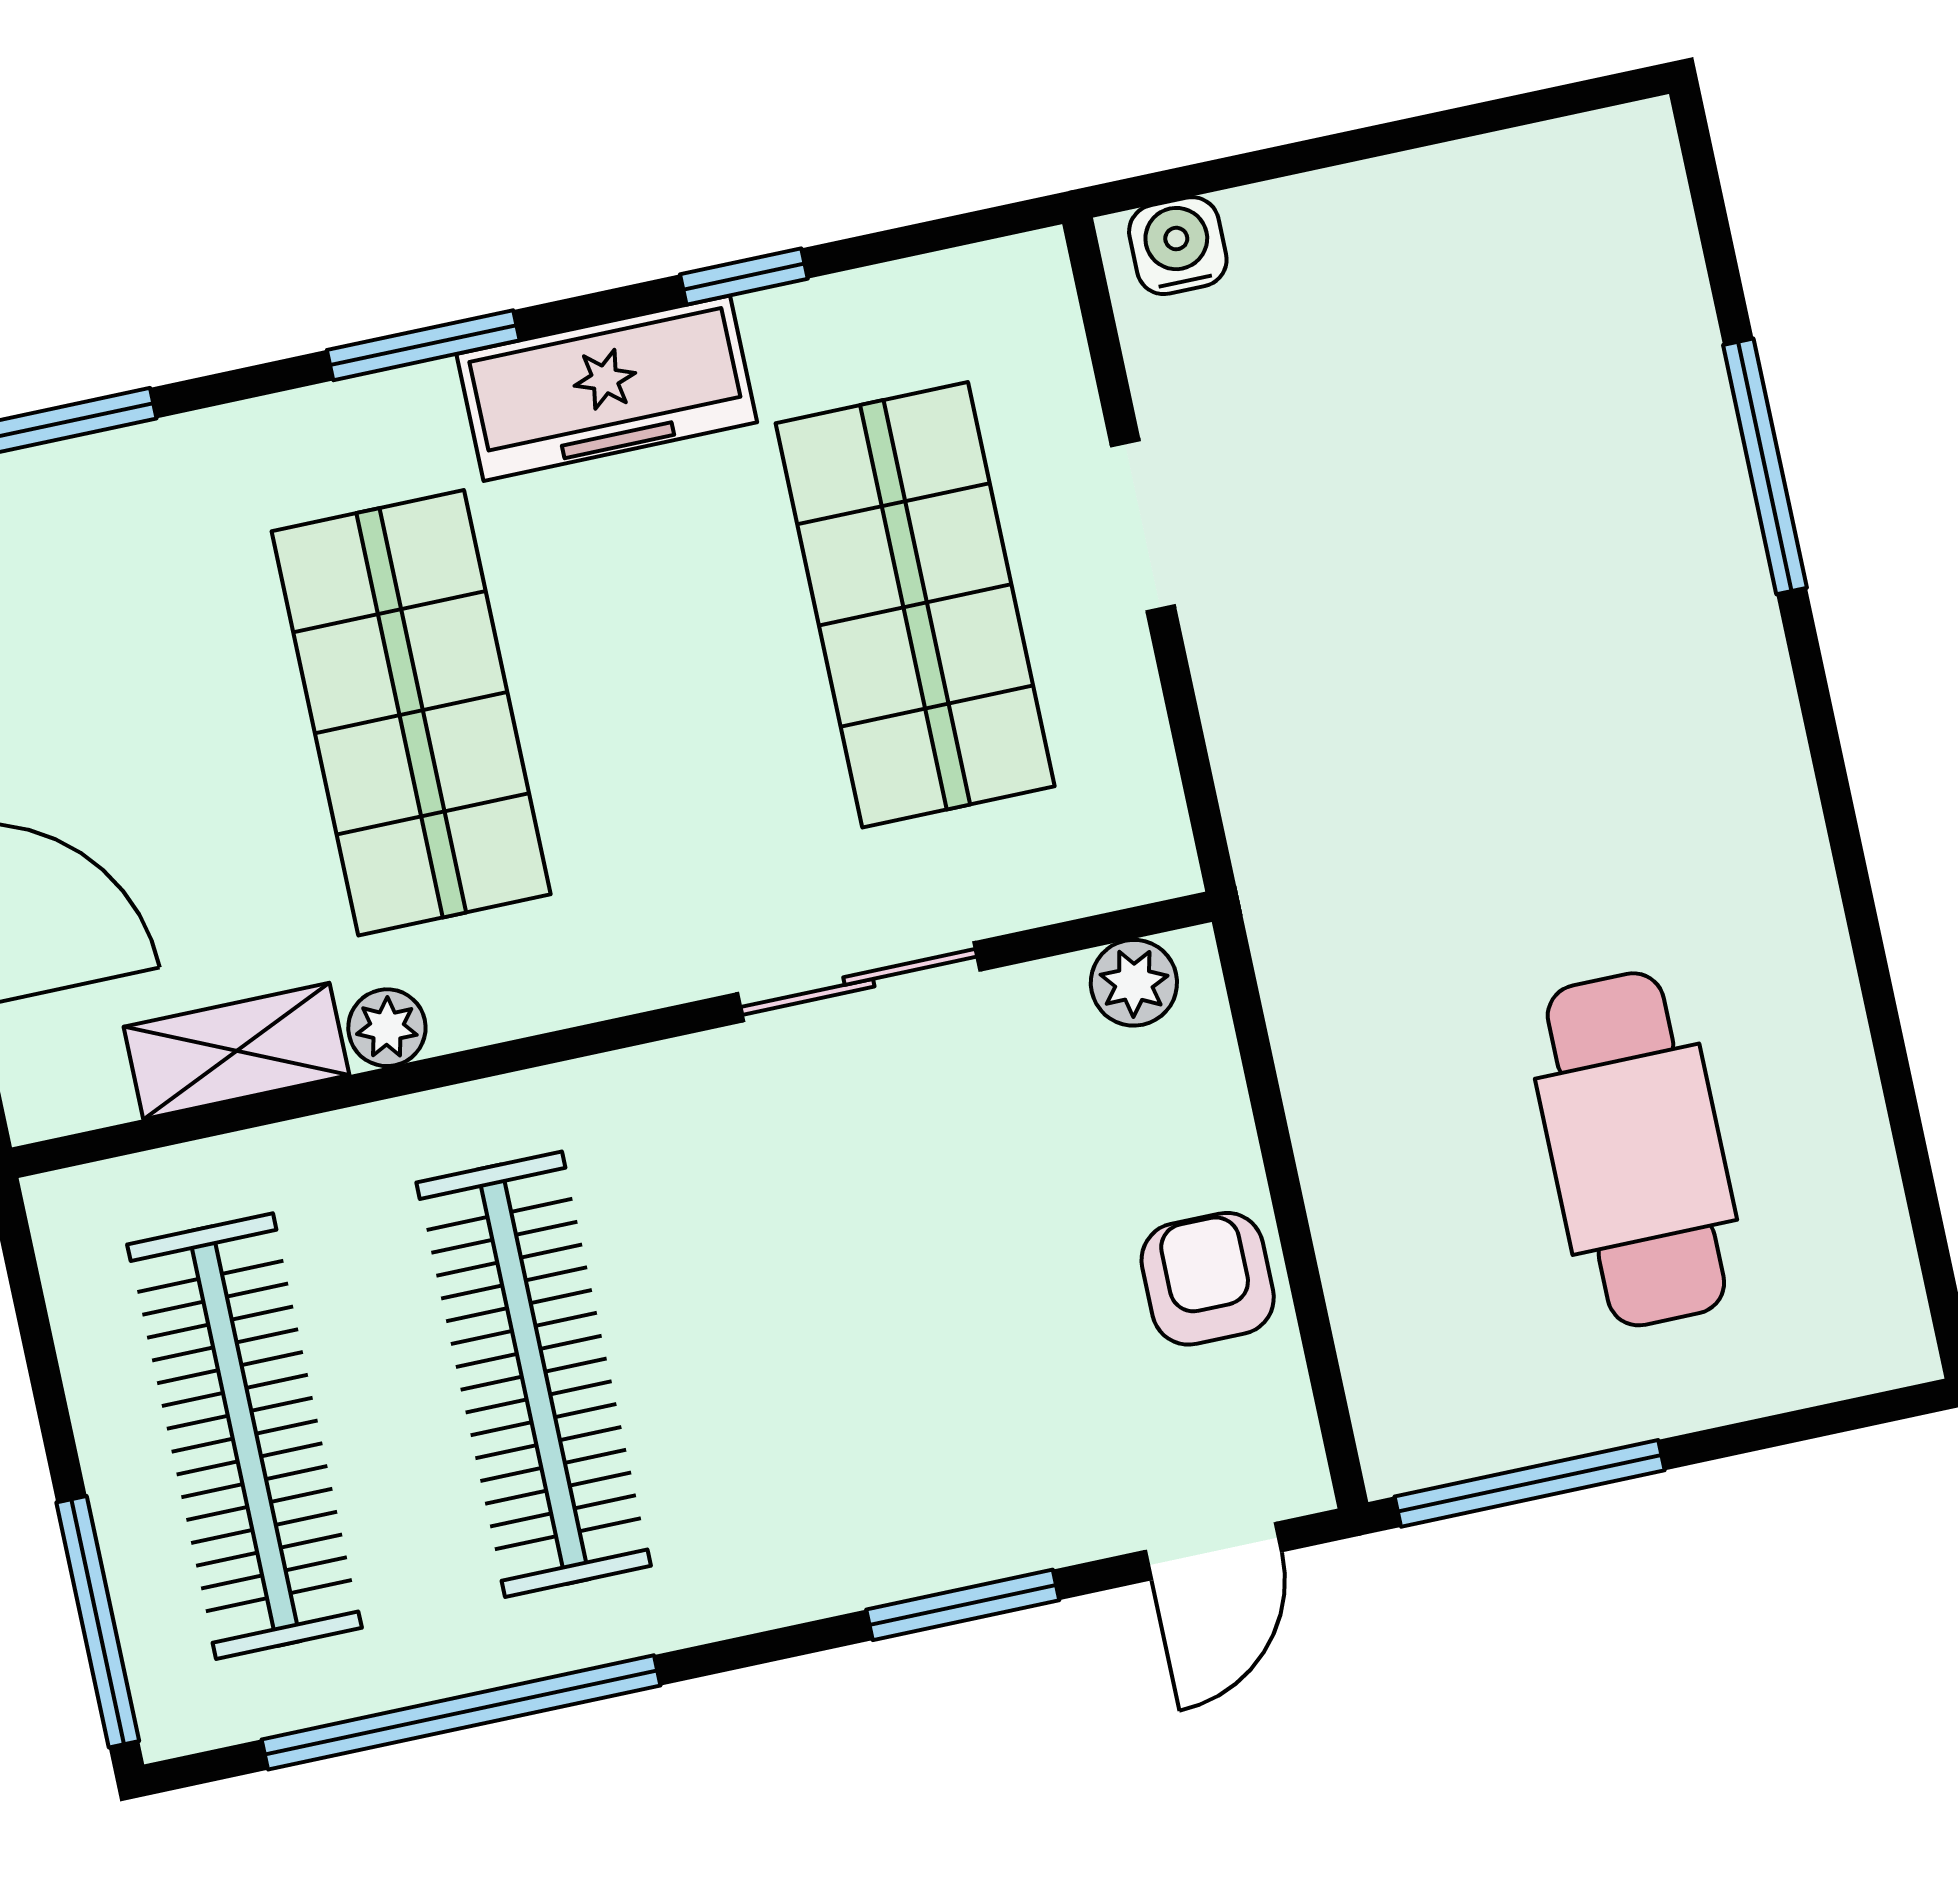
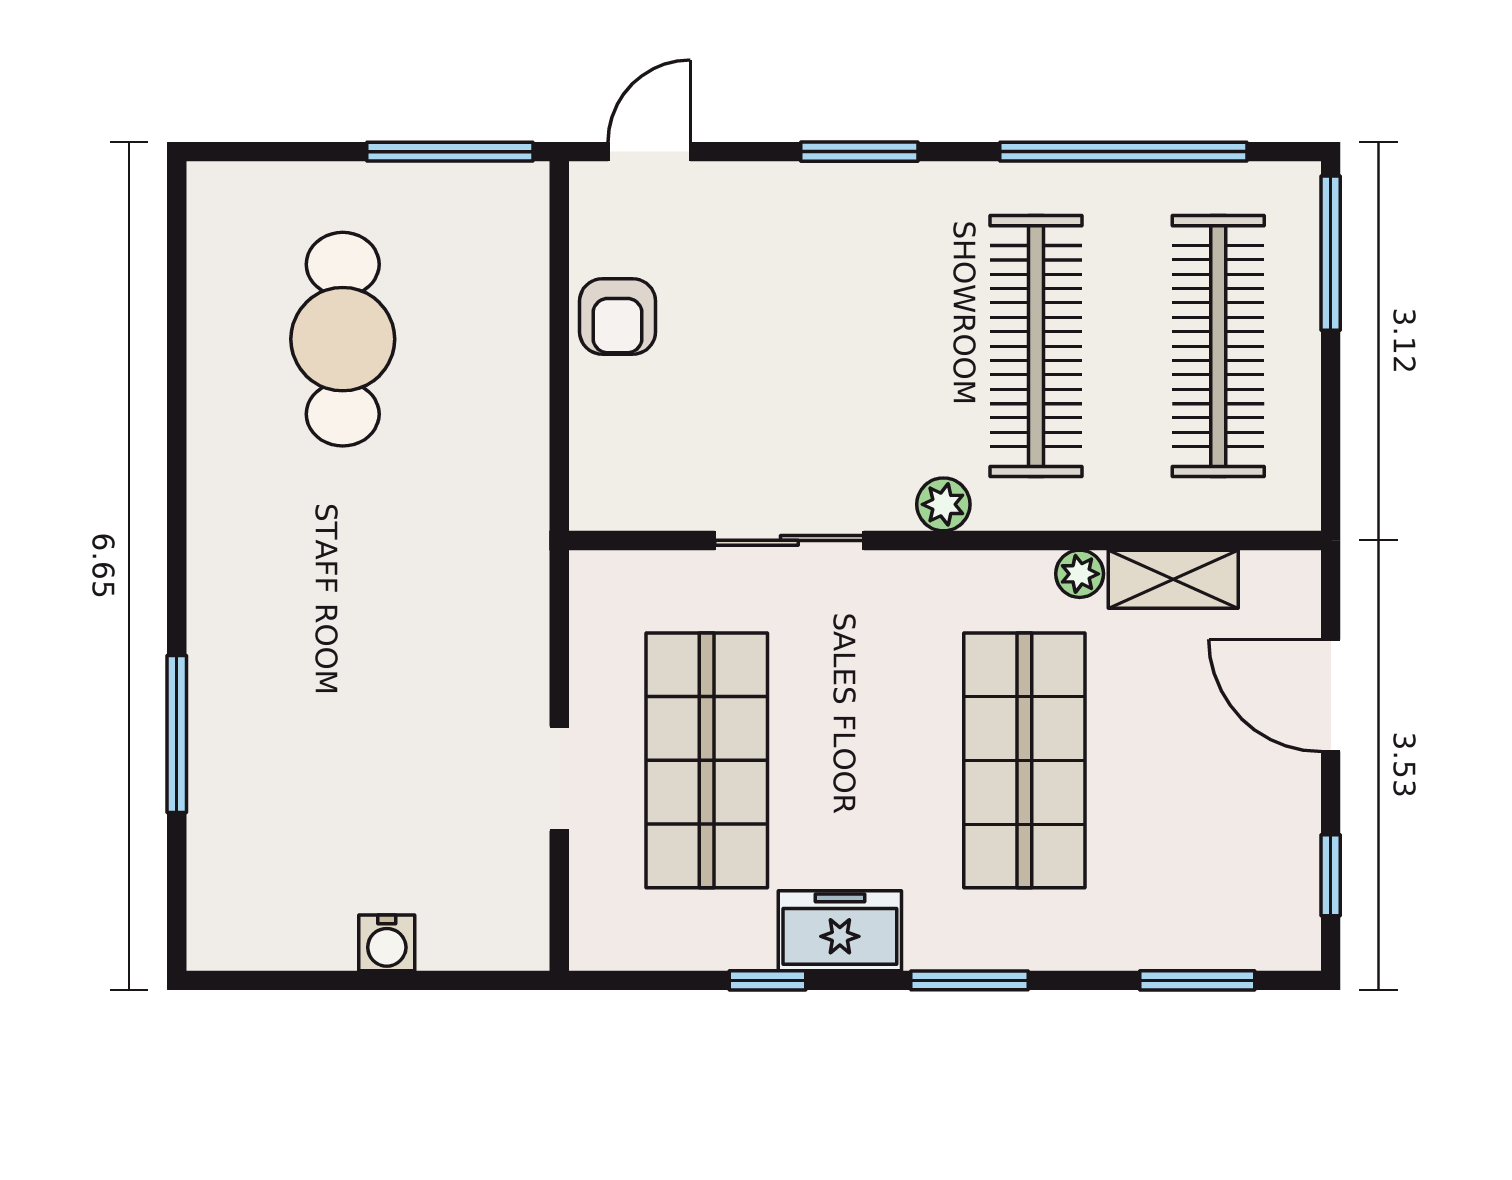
water cooler: (1178, 246) -> (387, 943), moved
freezer: (607, 388) -> (840, 931), width x0.71
plant: (1134, 983) -> (943, 504), moved
window: (963, 1605) -> (859, 152), moved

